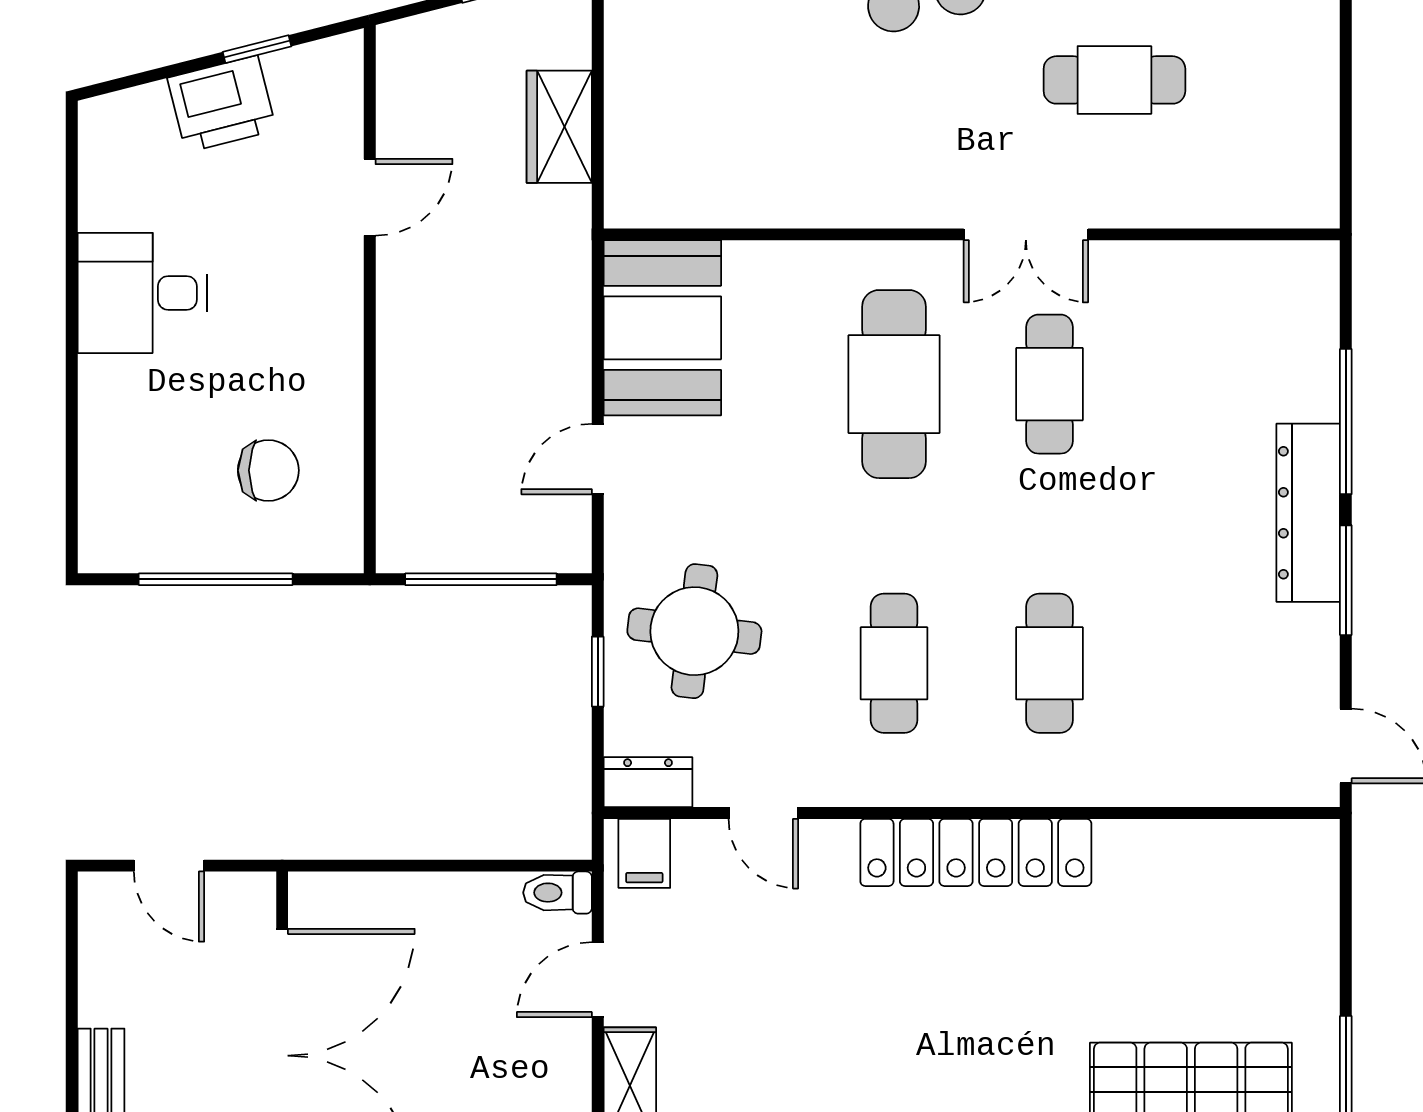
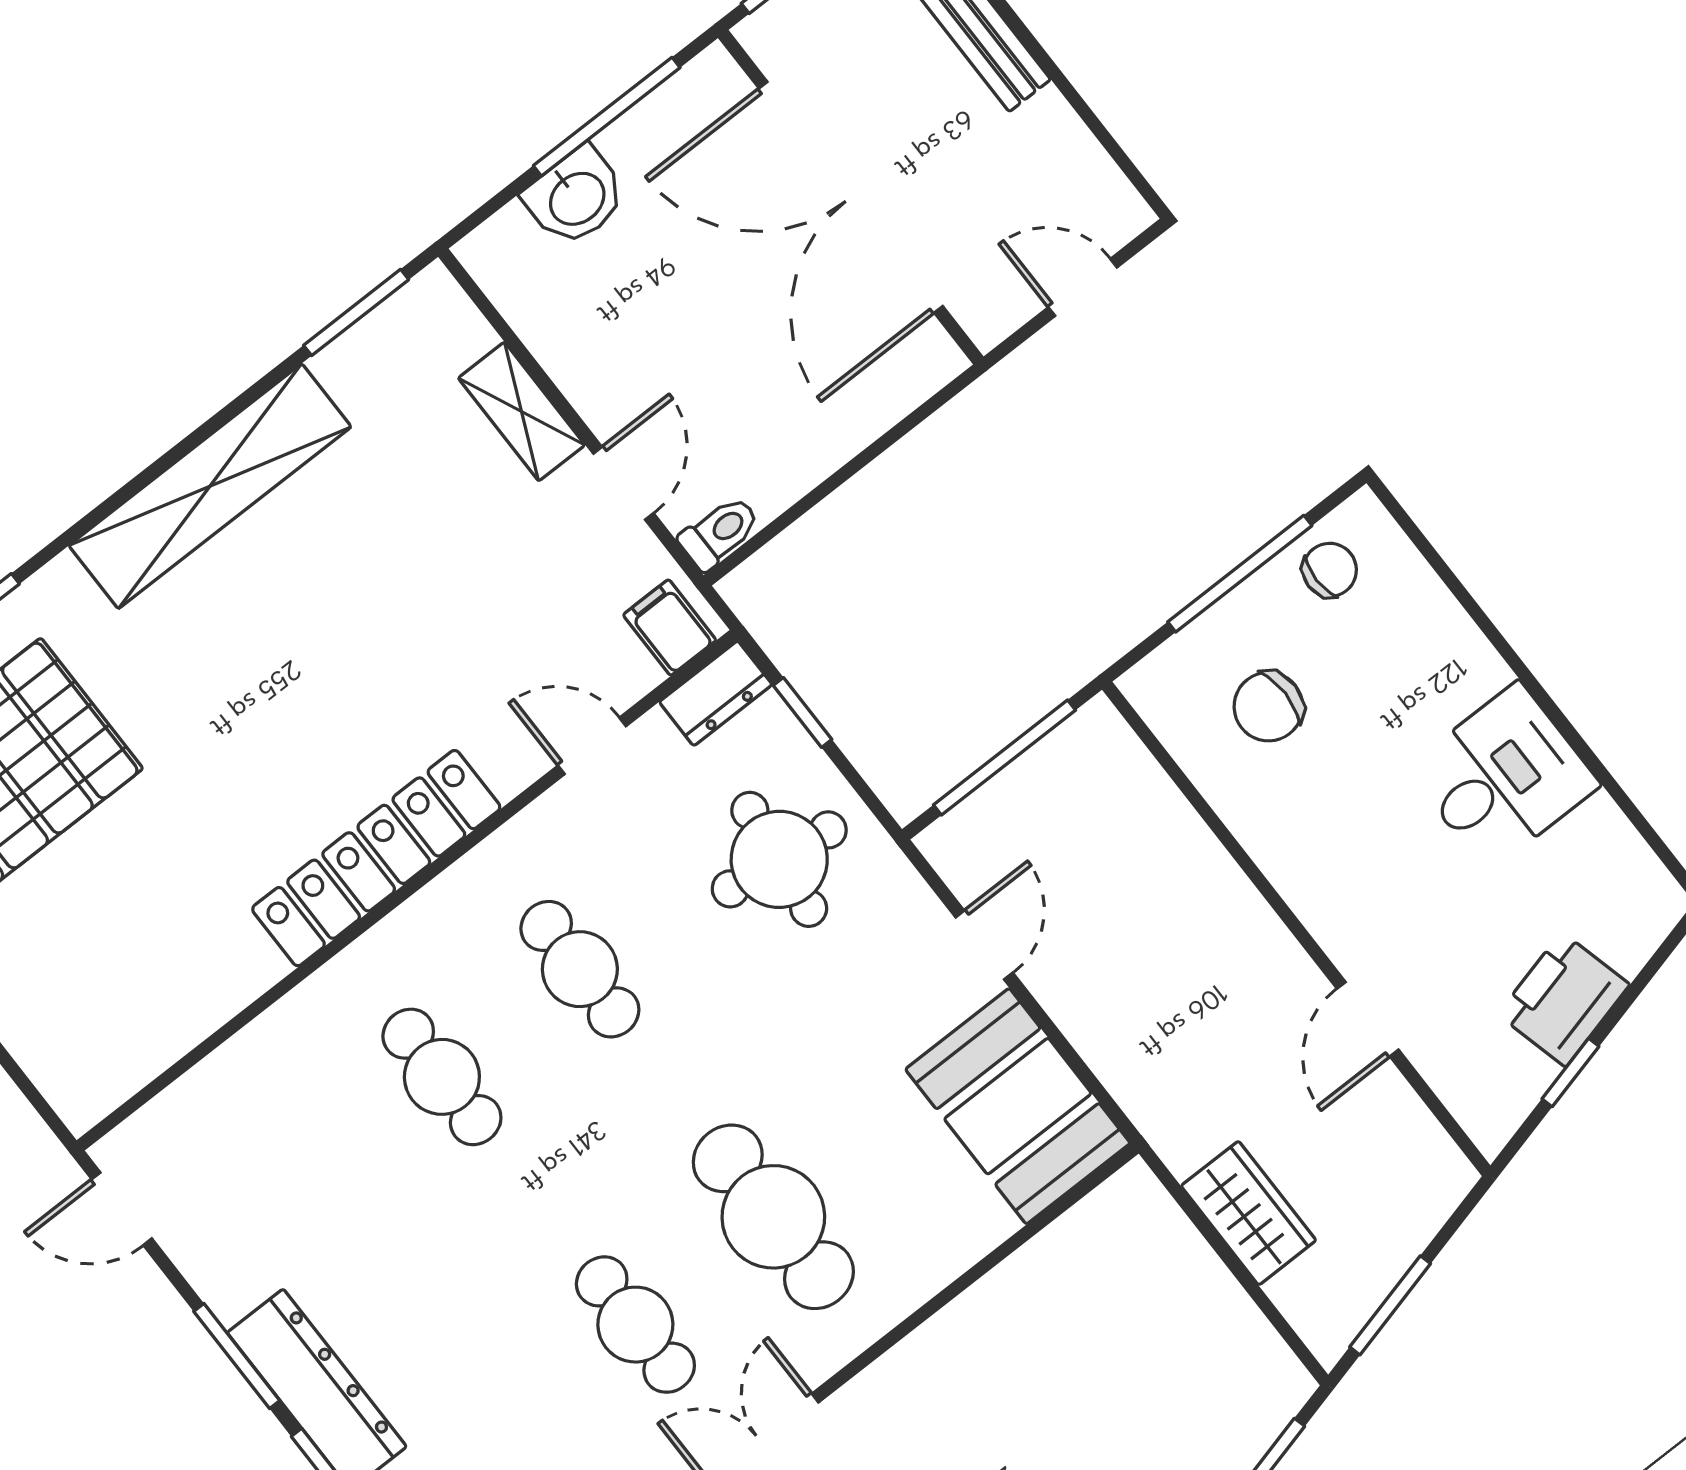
chair: (151, 533) -> (1330, 570), added
window: (598, 672) -> (803, 712), moved

